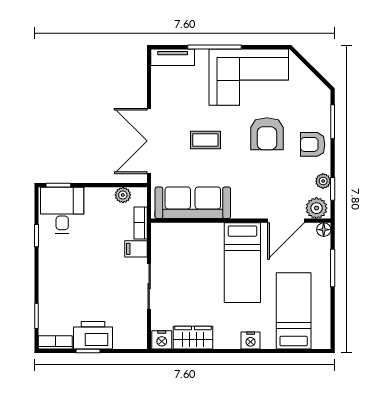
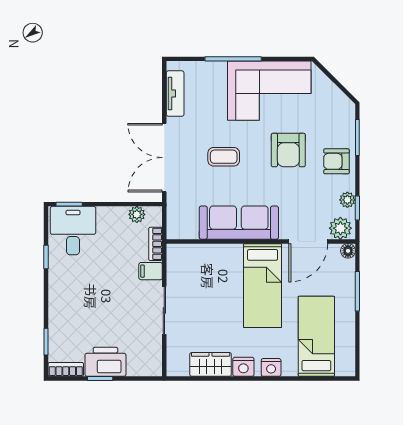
tv unit: (173, 57) -> (175, 94), moved, turned -90
sofa: (193, 203) -> (239, 223), moved
nightstand: (162, 340) -> (243, 367), moved

